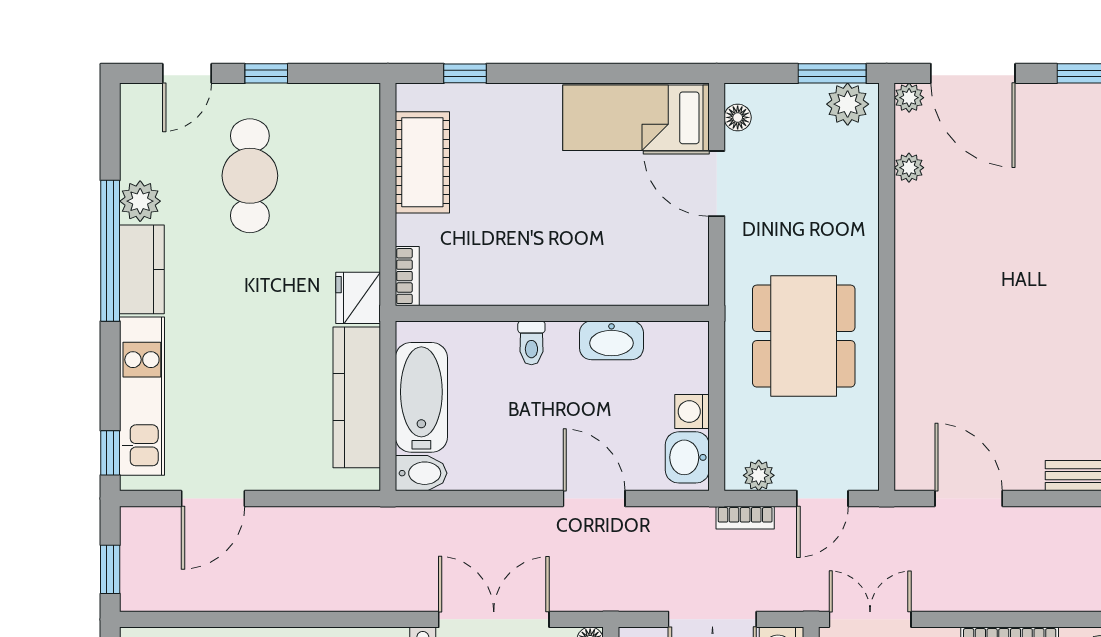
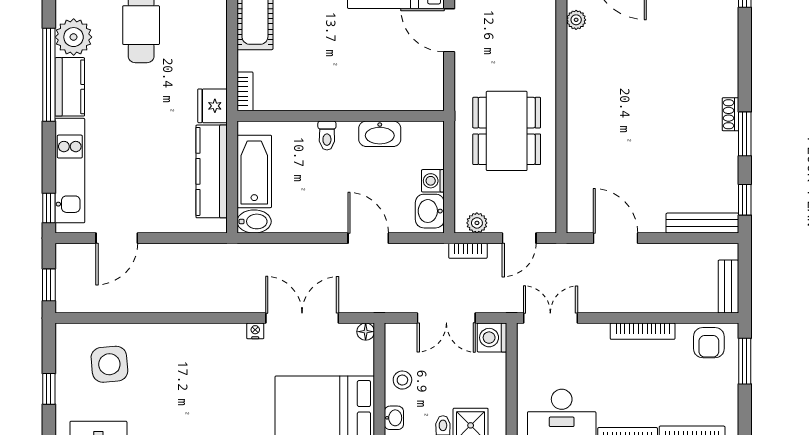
plant: (140, 201) -> (74, 37), width x1.36, depth x1.36

